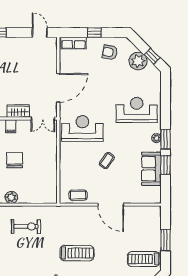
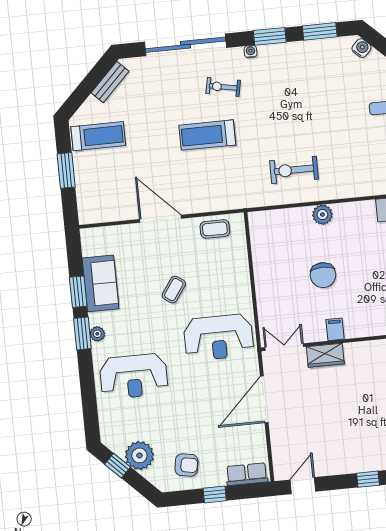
door: (40, 33) -> (303, 486), swing flipped

